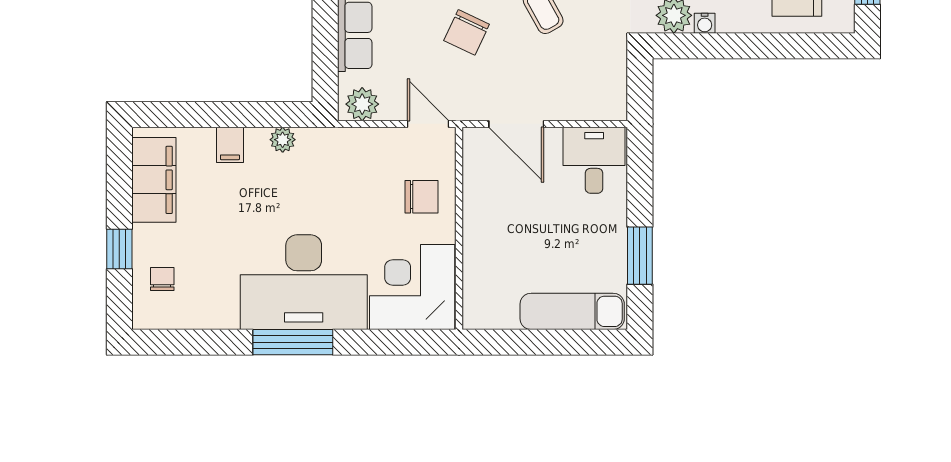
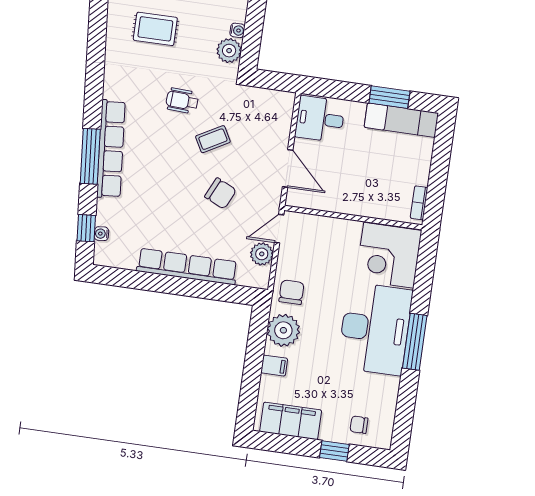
plant: (362, 104) -> (262, 254), moved
door: (516, 124) -> (288, 168), hinge flipped
plant: (283, 140) -> (283, 330), width x1.87, depth x1.87
chair: (421, 197) -> (292, 292), moved
exam couch: (572, 311) -> (401, 120), moved, turned -90
bookcase: (494, 320) -> (419, 203), added

